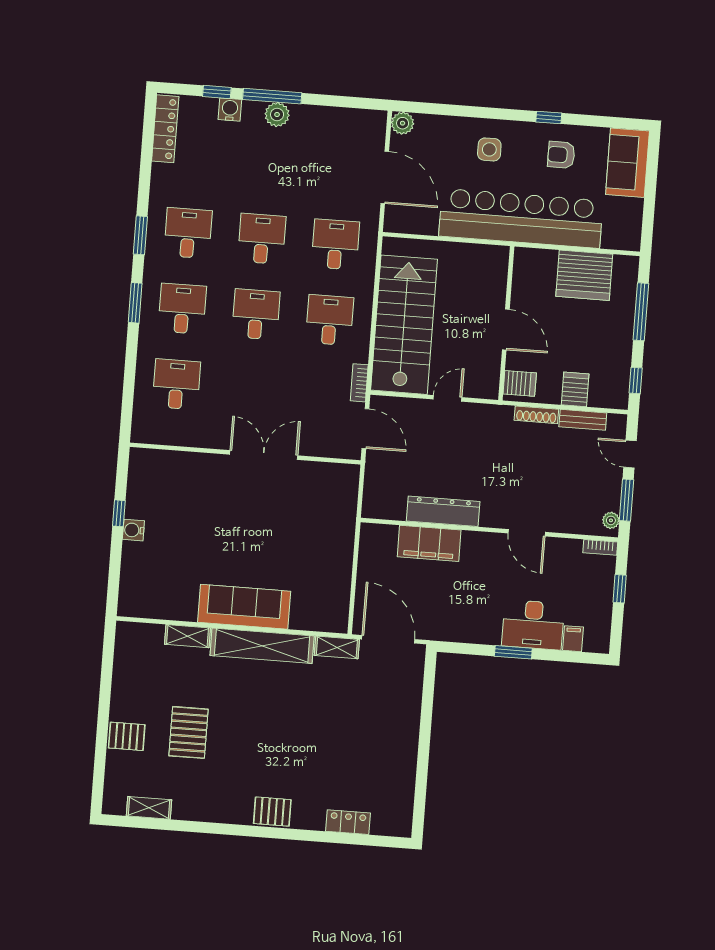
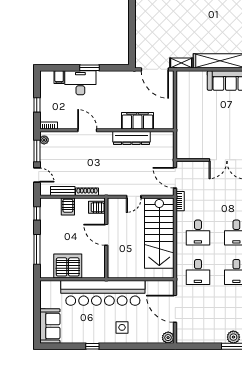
armchair: (561, 155) -> (85, 327), removed

